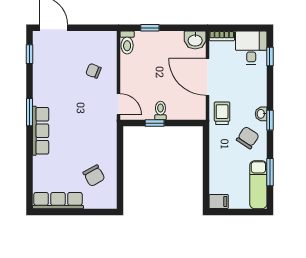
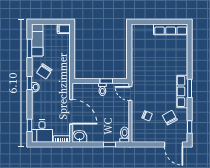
trolley: (222, 113) -> (61, 88), removed
row of seats: (41, 131) -> (182, 91), moved
chair: (94, 176) -> (170, 118), moved

